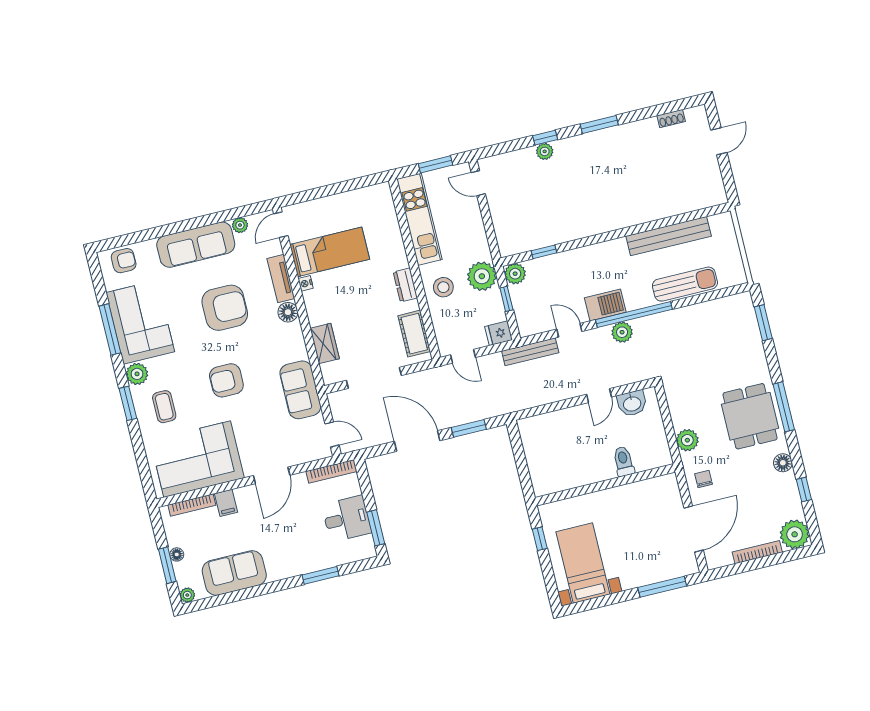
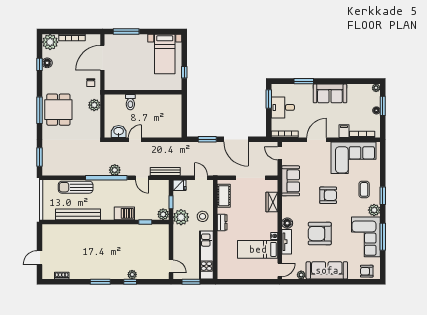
barbecue: (605, 305) -> (124, 213), moved, turned 180
floor lamp: (783, 463) -> (47, 63), moved
sofa: (234, 573) -> (330, 93), moved

